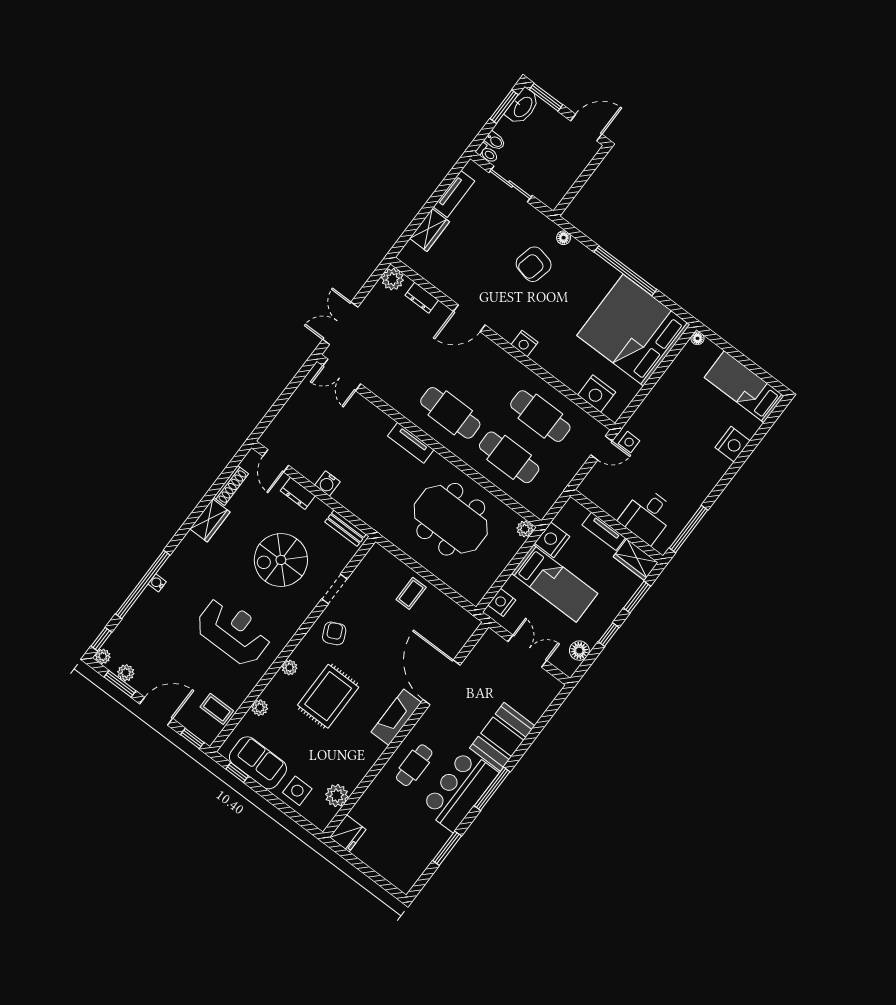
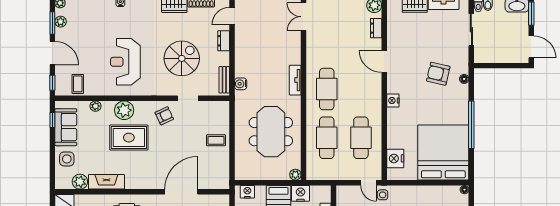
water cooler: (327, 483) -> (241, 84), moved
spiral stairs: (281, 560) -> (182, 58), turned 90
reception desk: (233, 631) -> (125, 62), turned 180
plant: (290, 668) -> (124, 110), width x1.88, depth x1.88
fireplace: (396, 717) -> (106, 182), moved

